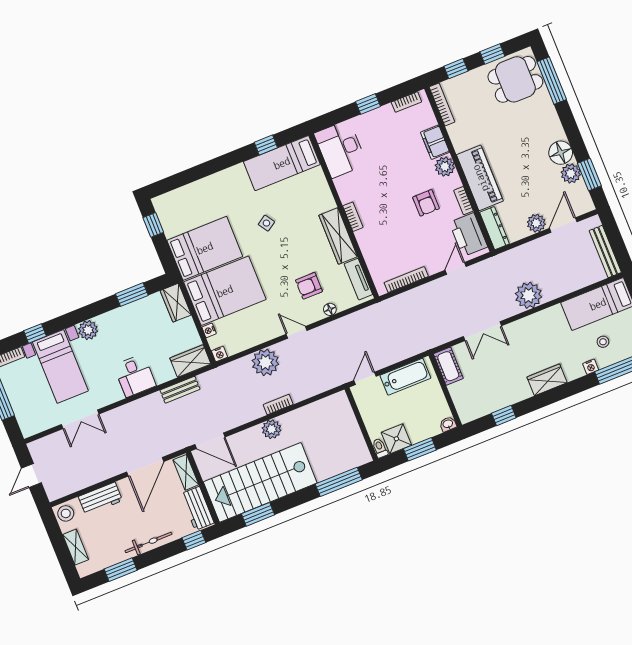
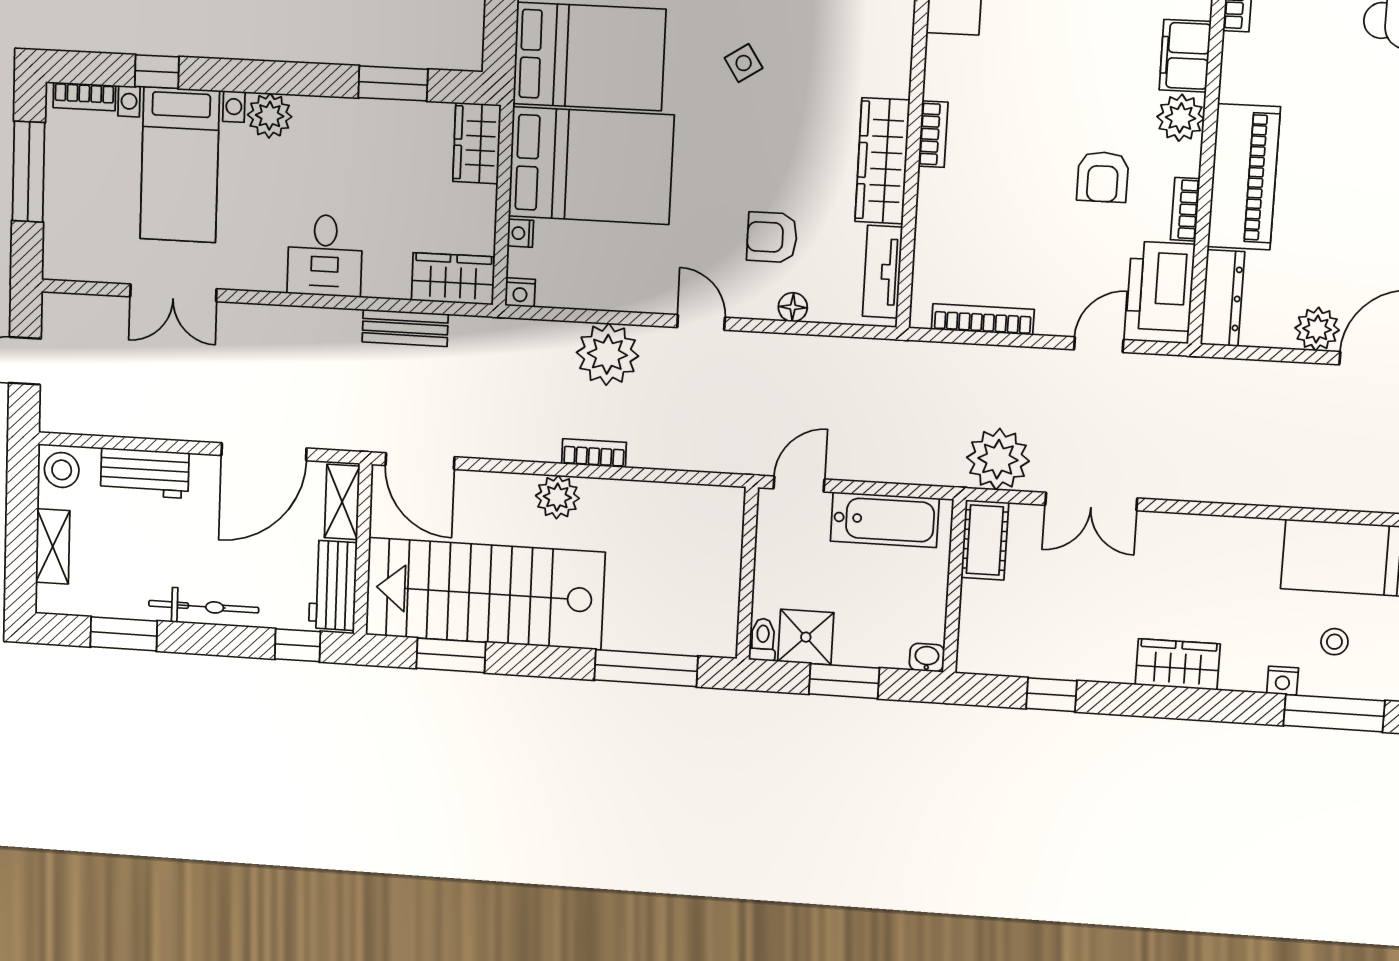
plant: (529, 295) -> (998, 459), moved

